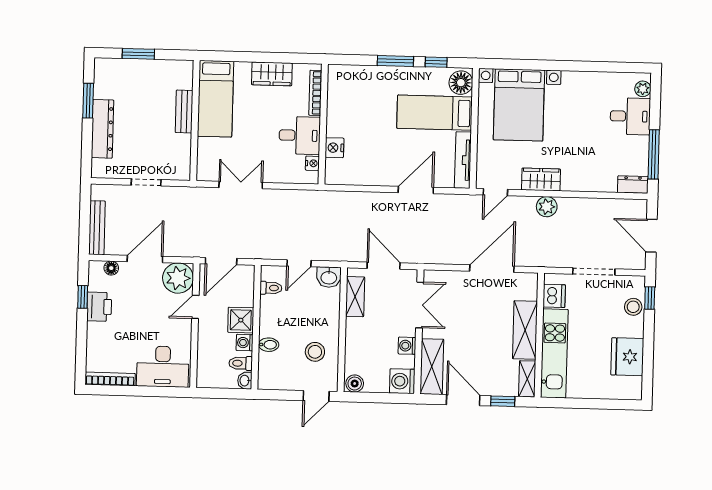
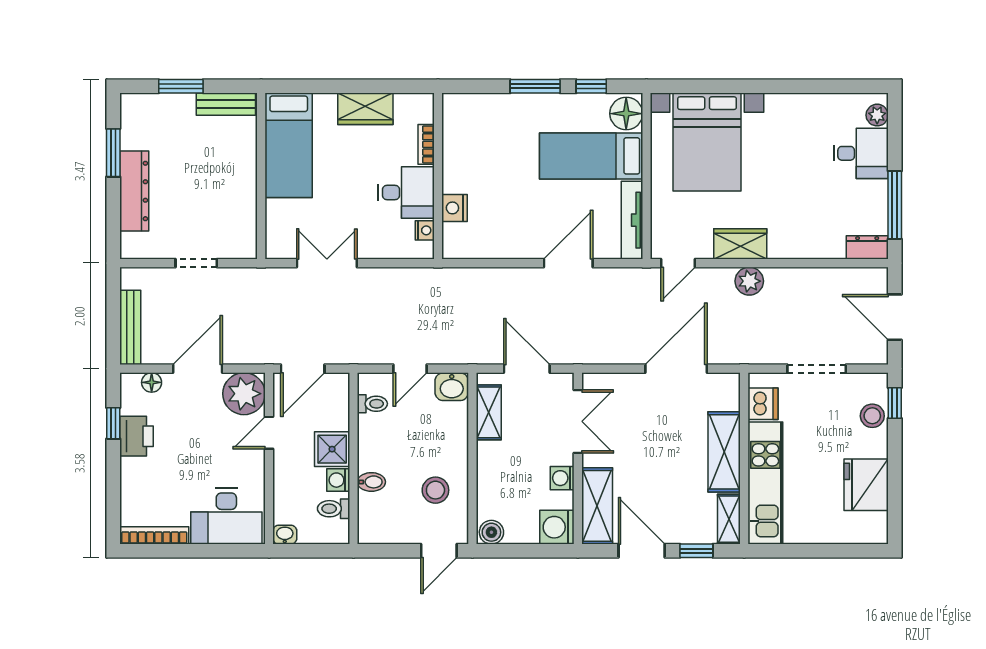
bookcase: (315, 93) -> (426, 144), width x0.64
bench: (184, 111) -> (226, 104), moved, turned 90
washbasin: (245, 381) -> (285, 535), moved, turned 90

